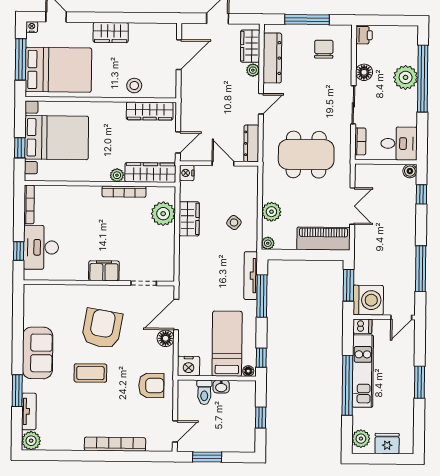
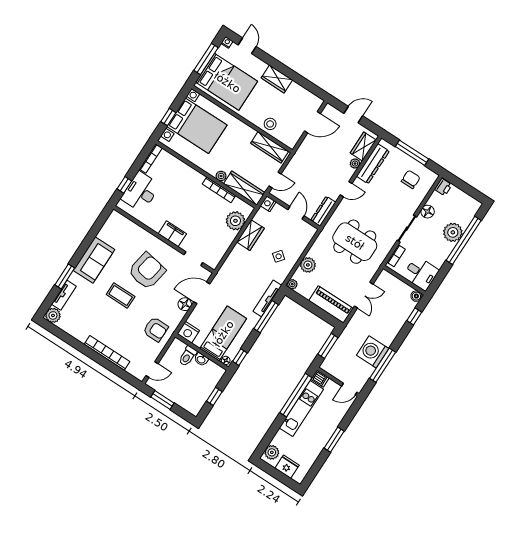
washing machine: (368, 300) -> (373, 352), moved, turned 180
window: (347, 385) -> (296, 395), moved

